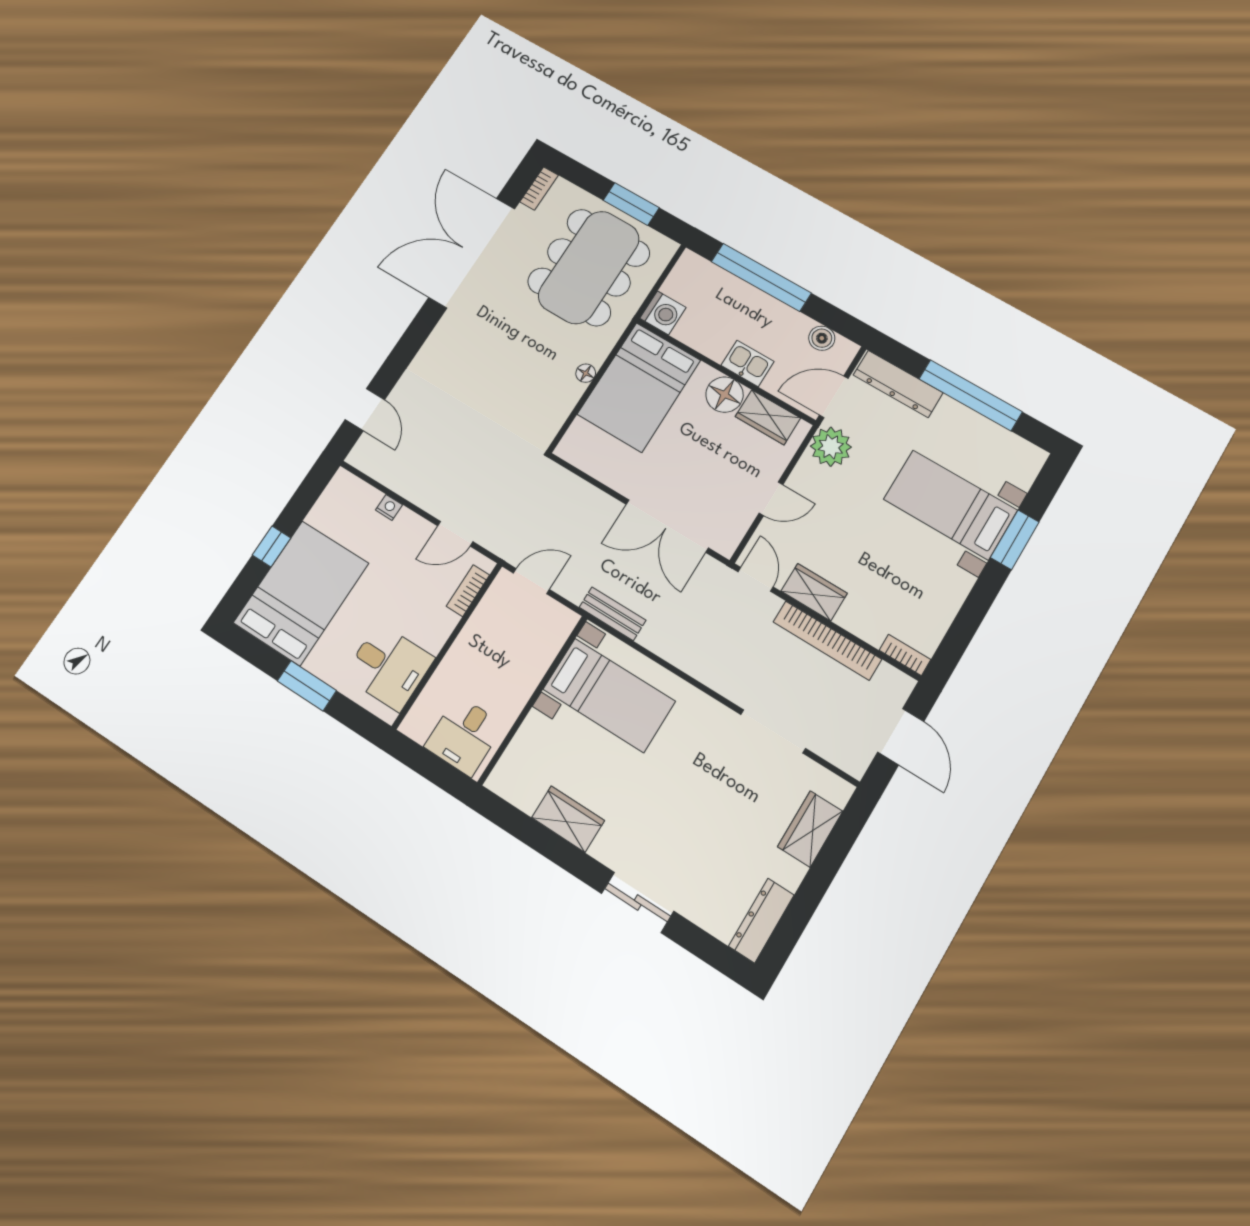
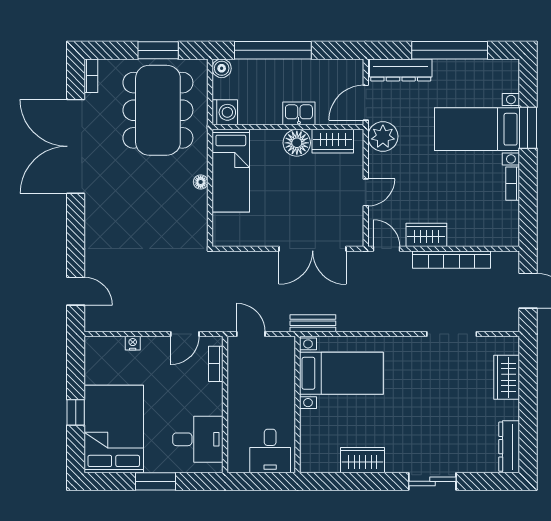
boiler: (822, 338) -> (222, 68), moved
bed: (639, 387) -> (231, 171), width x0.67
door: (531, 581) -> (251, 334), hinge flipped
bookcase: (905, 655) -> (513, 184), moved, turned -90

